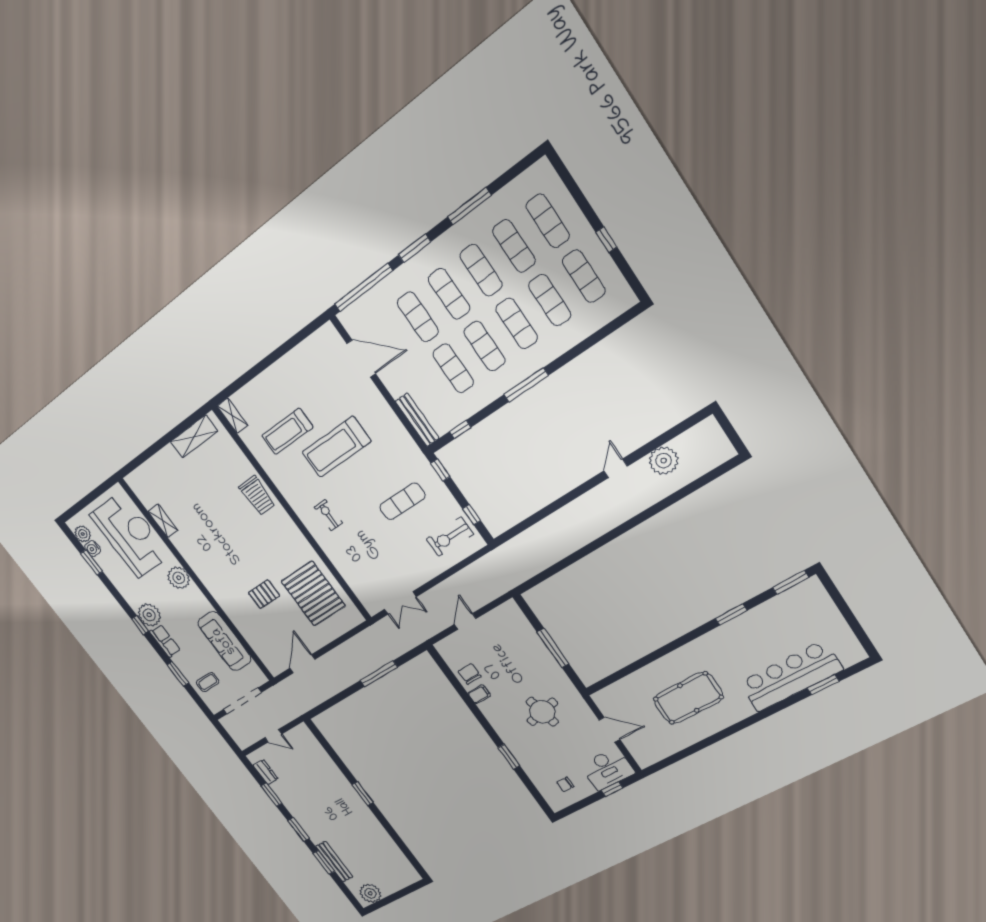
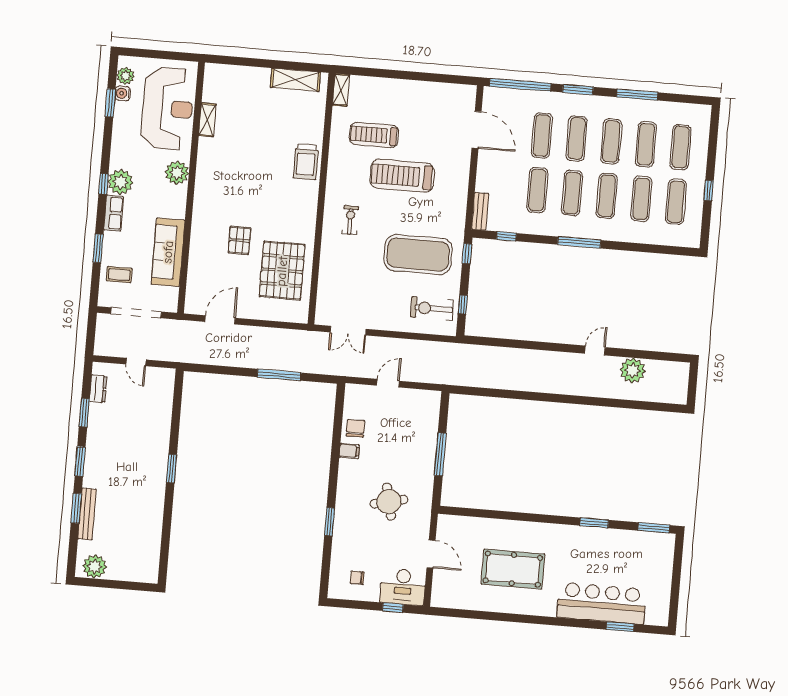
bench: (417, 420) -> (480, 211), width x0.73
exercise mat: (402, 501) -> (418, 255), width x2.00, depth x1.45
pallet: (264, 594) -> (240, 240), turned 90

